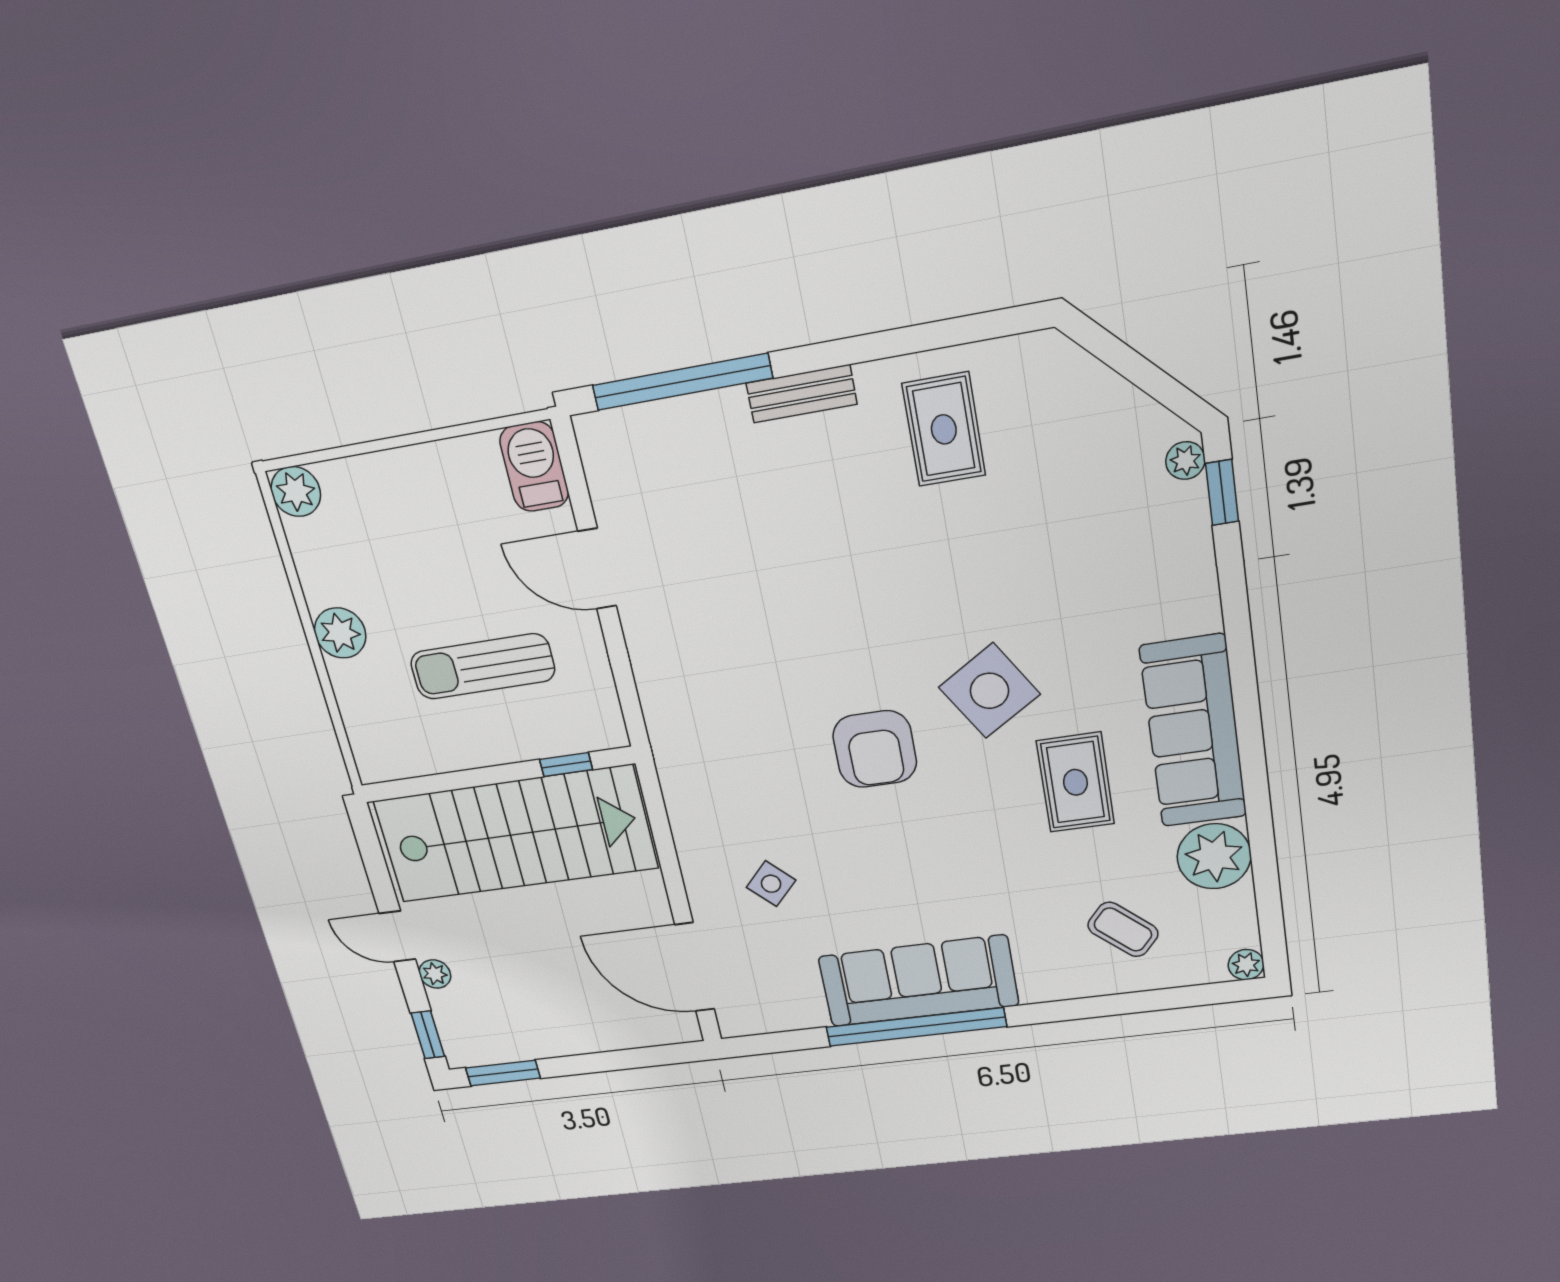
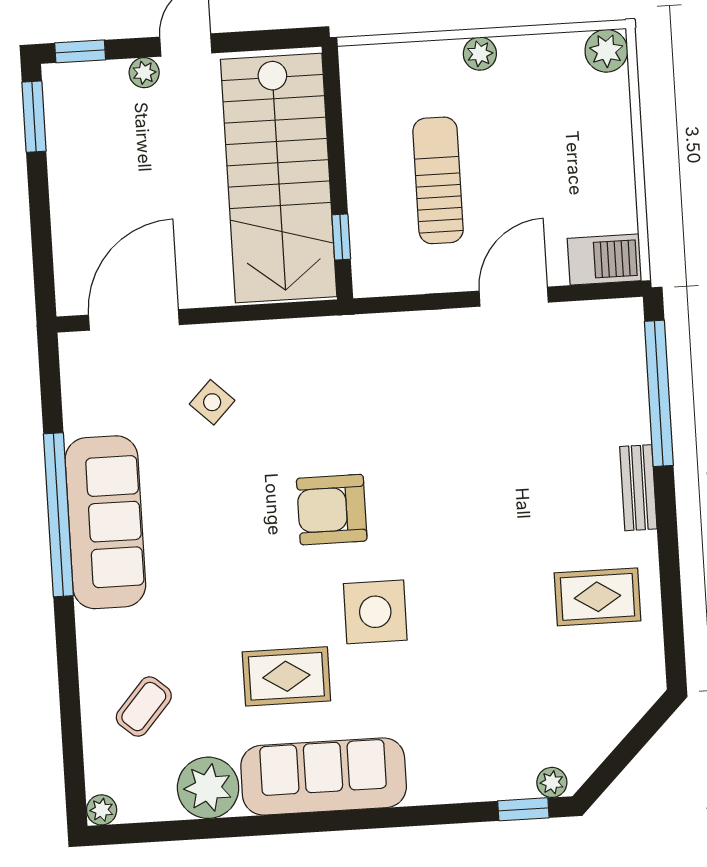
plant: (340, 633) -> (480, 54), width x0.73, depth x0.73
side table: (989, 691) -> (375, 612), turned 32

